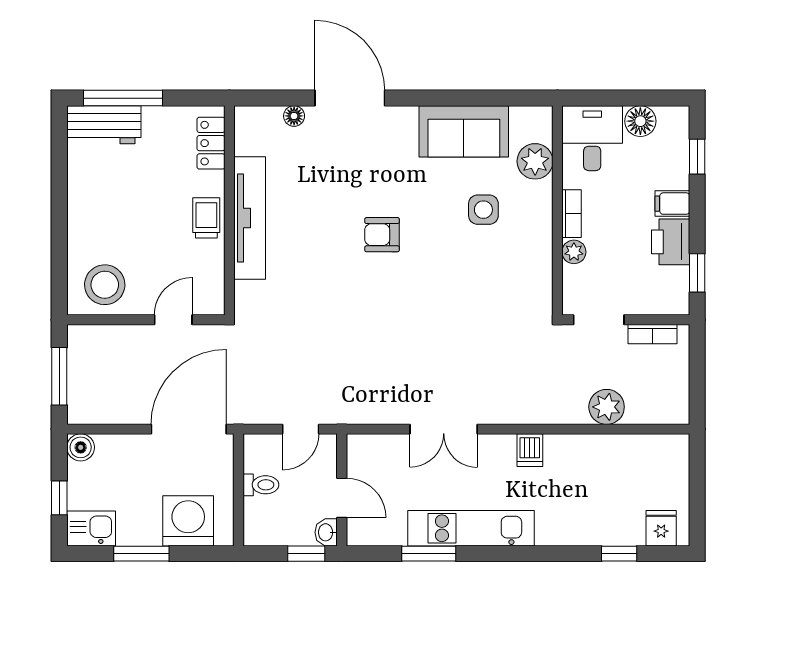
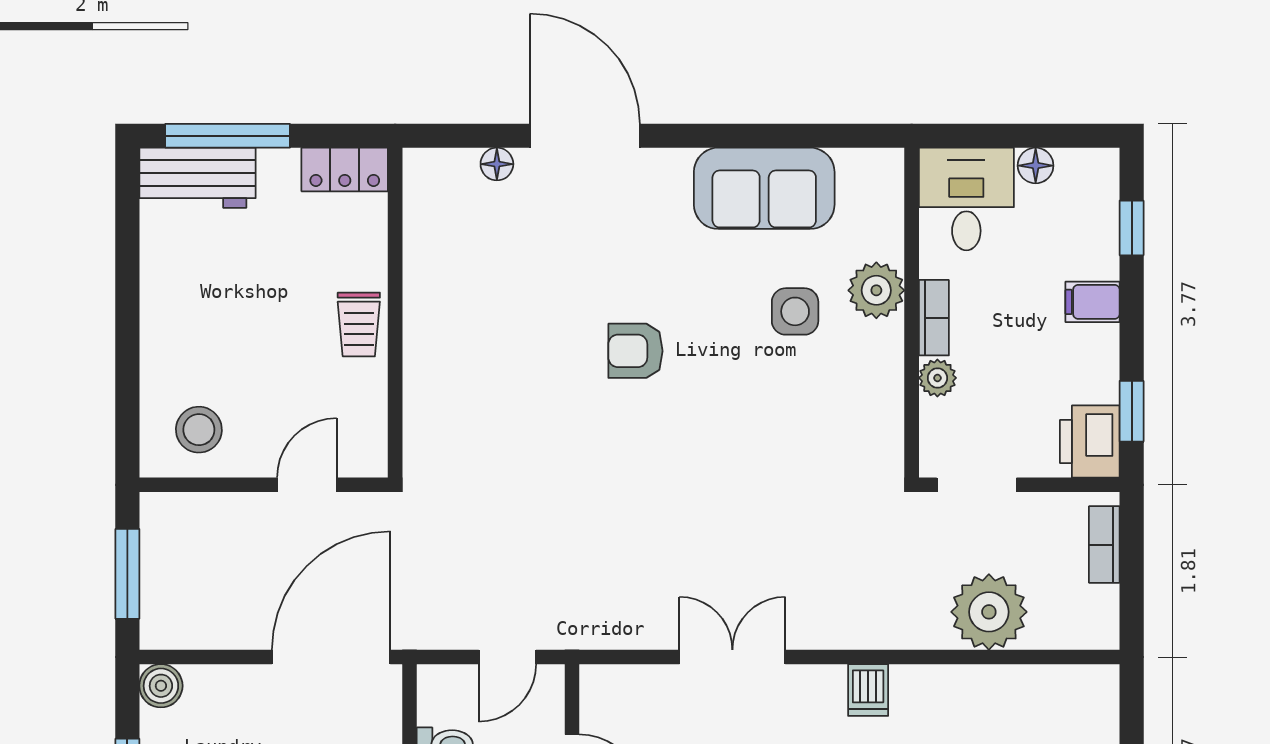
floor lamp: (640, 121) -> (1036, 166), width x0.73, depth x0.73
locker: (211, 143) -> (345, 170), moved, turned -90
plant: (535, 161) -> (876, 290), moved
trolley: (206, 218) -> (359, 325), turned 180
tv unit: (250, 218) -> (427, 325), removed
printer: (671, 242) -> (1090, 442), moved
stool: (105, 285) -> (199, 430), width x0.73, depth x0.73
bookcase: (652, 334) -> (1104, 545), moved, turned 90
plant: (607, 407) -> (989, 612), width x1.36, depth x1.36
double door: (444, 429) -> (732, 657), swing flipped

